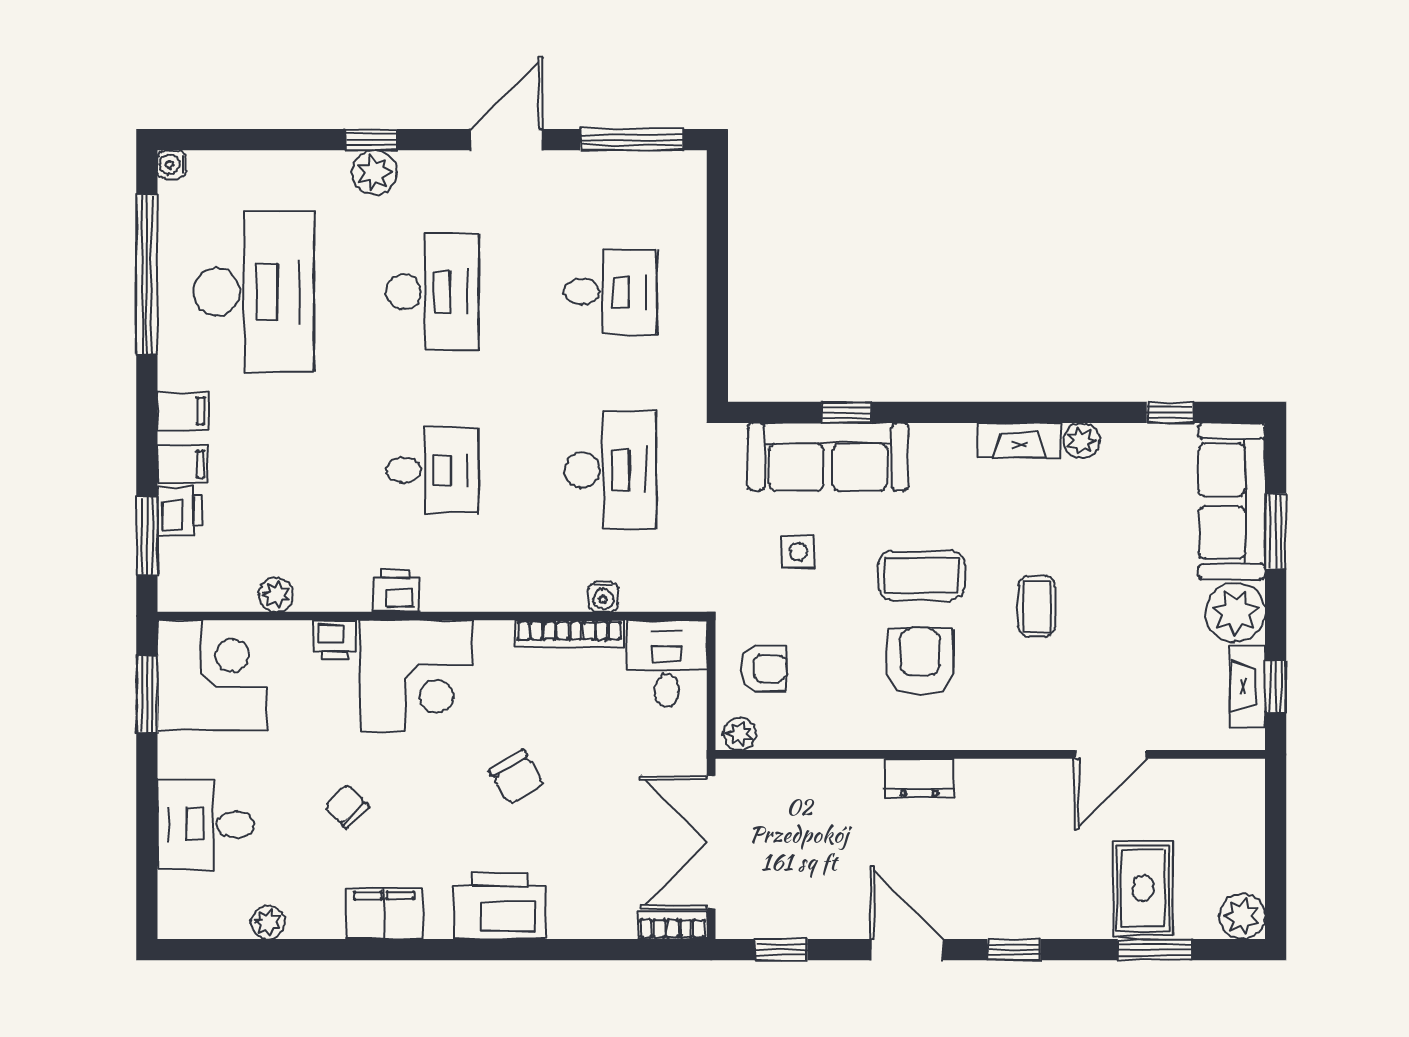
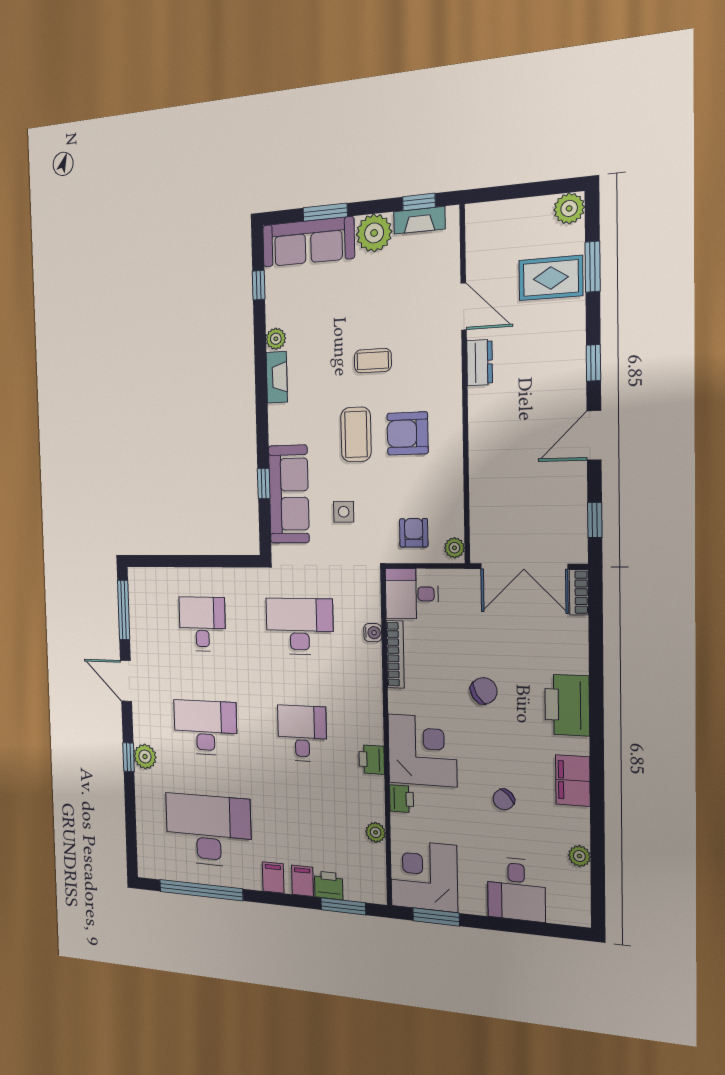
water cooler: (172, 164) -> (145, 870), removed
dresser: (919, 778) -> (480, 363), moved

